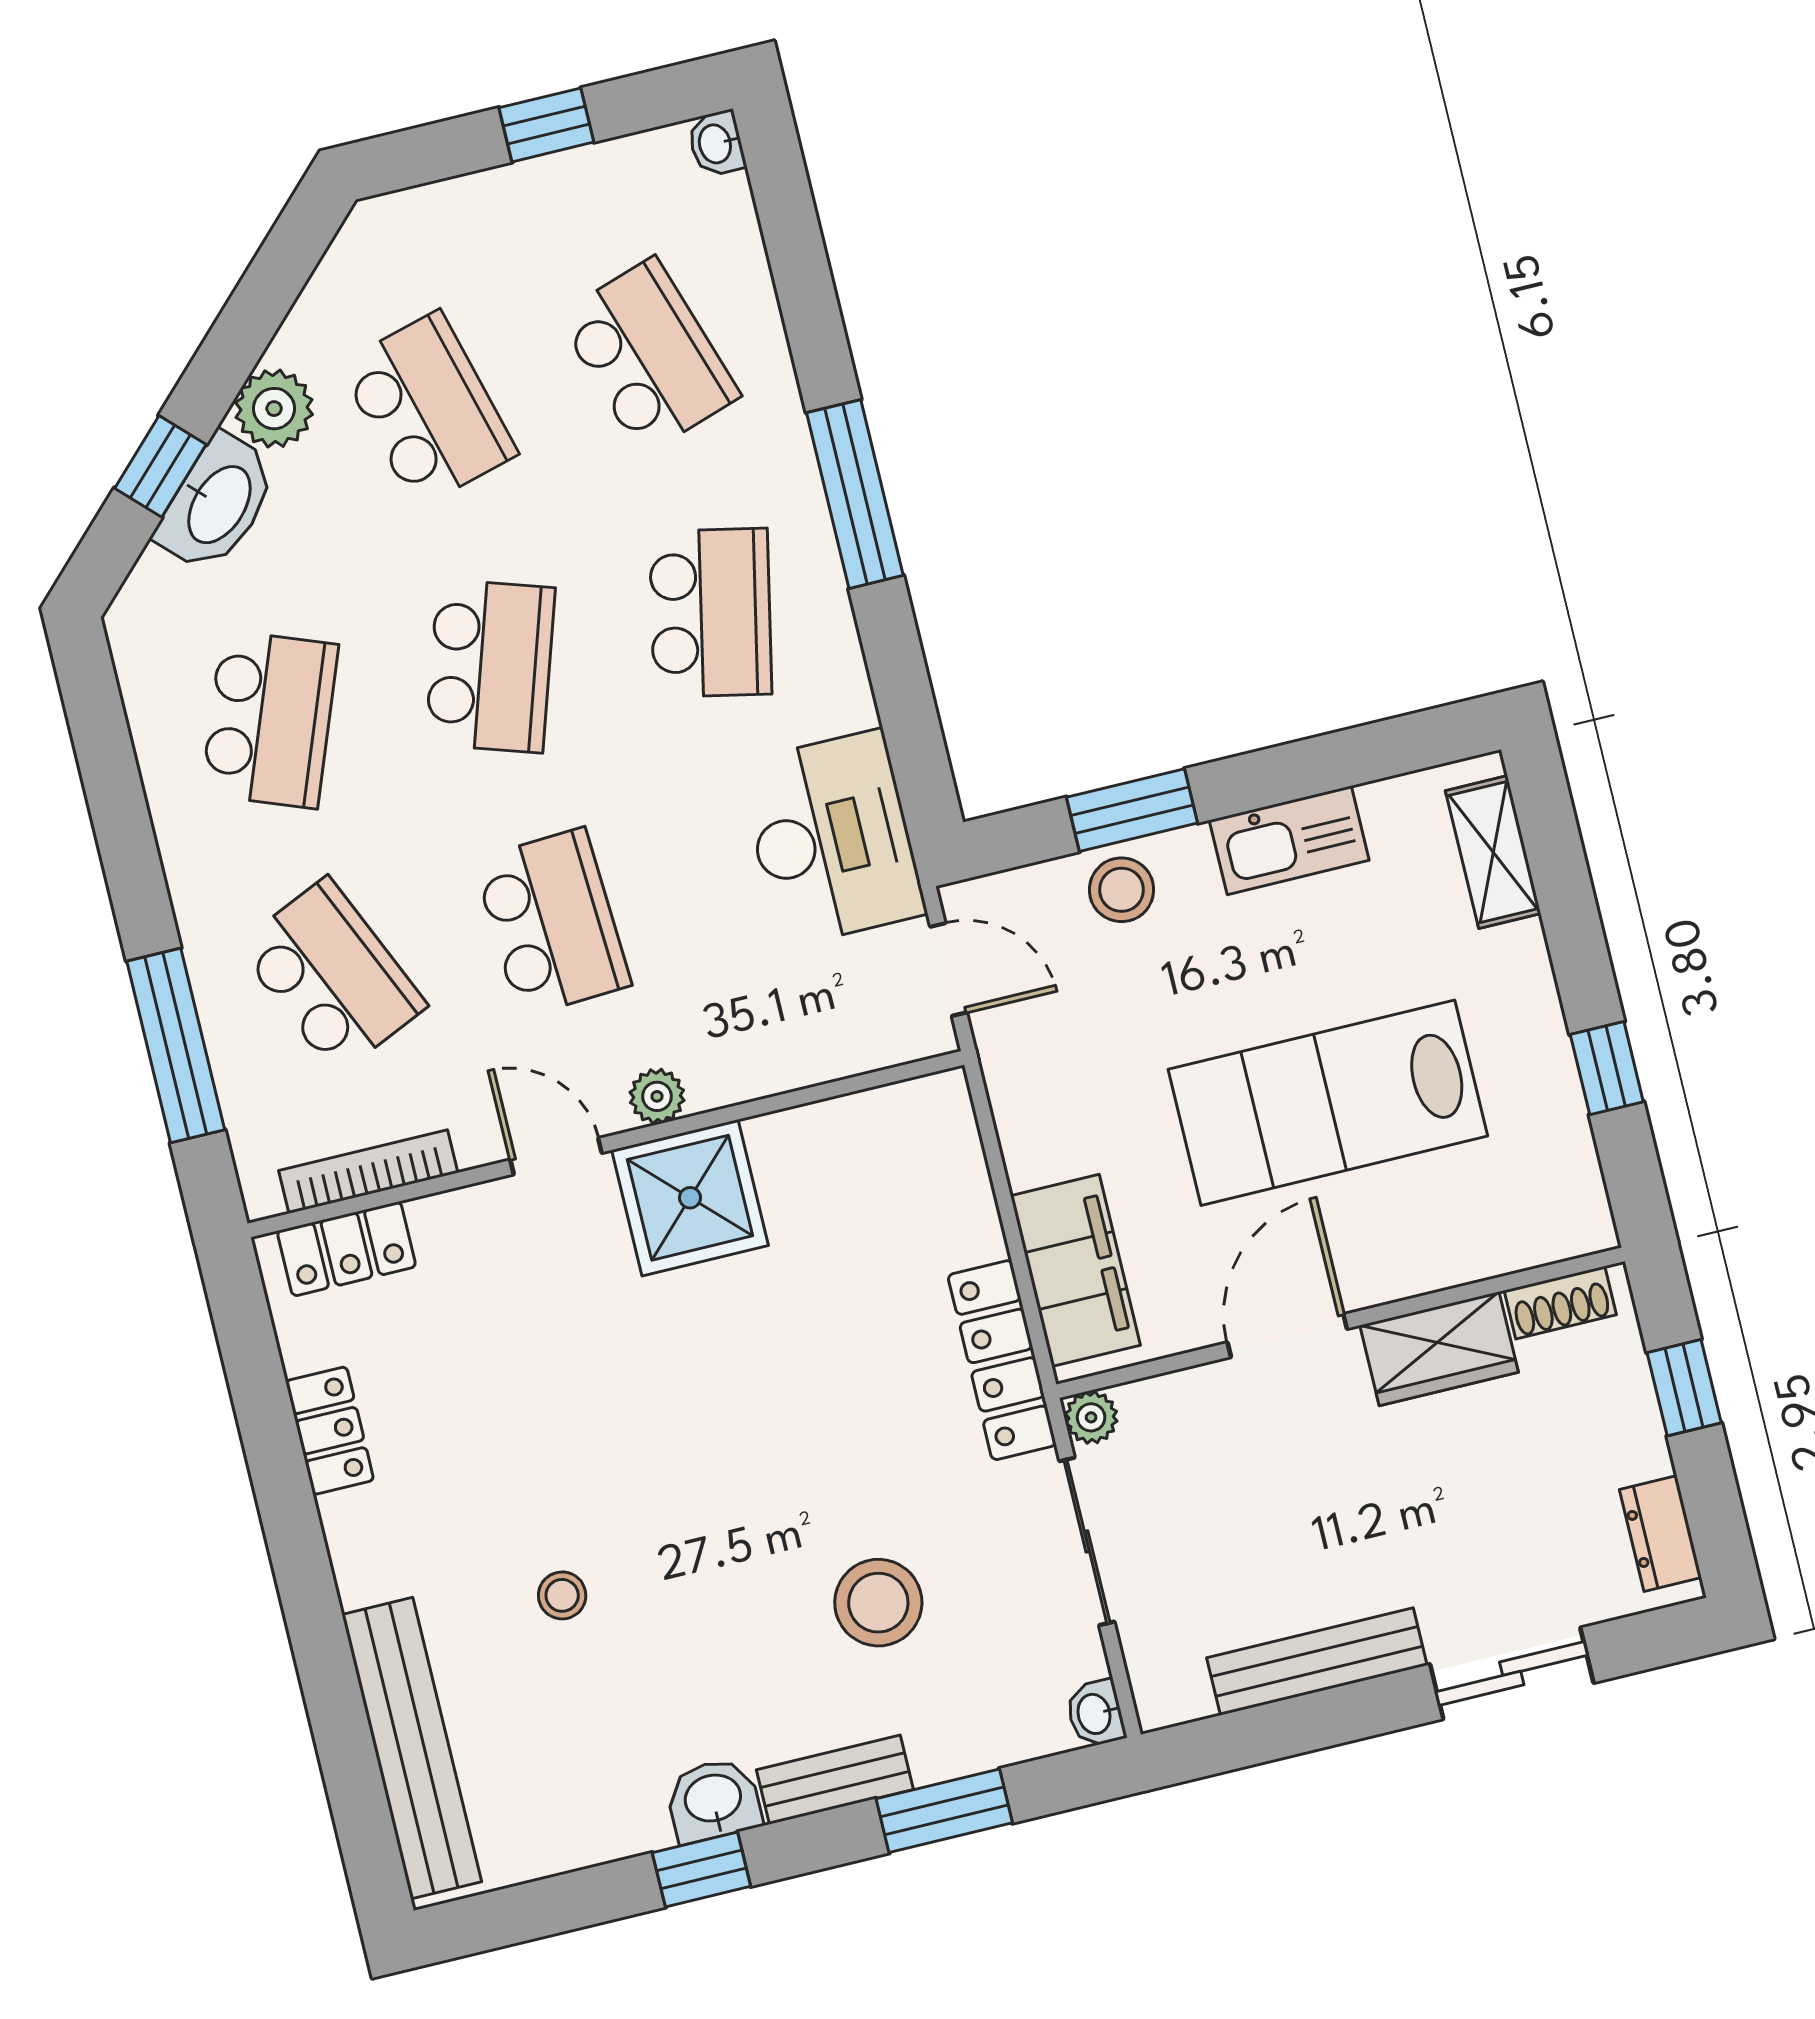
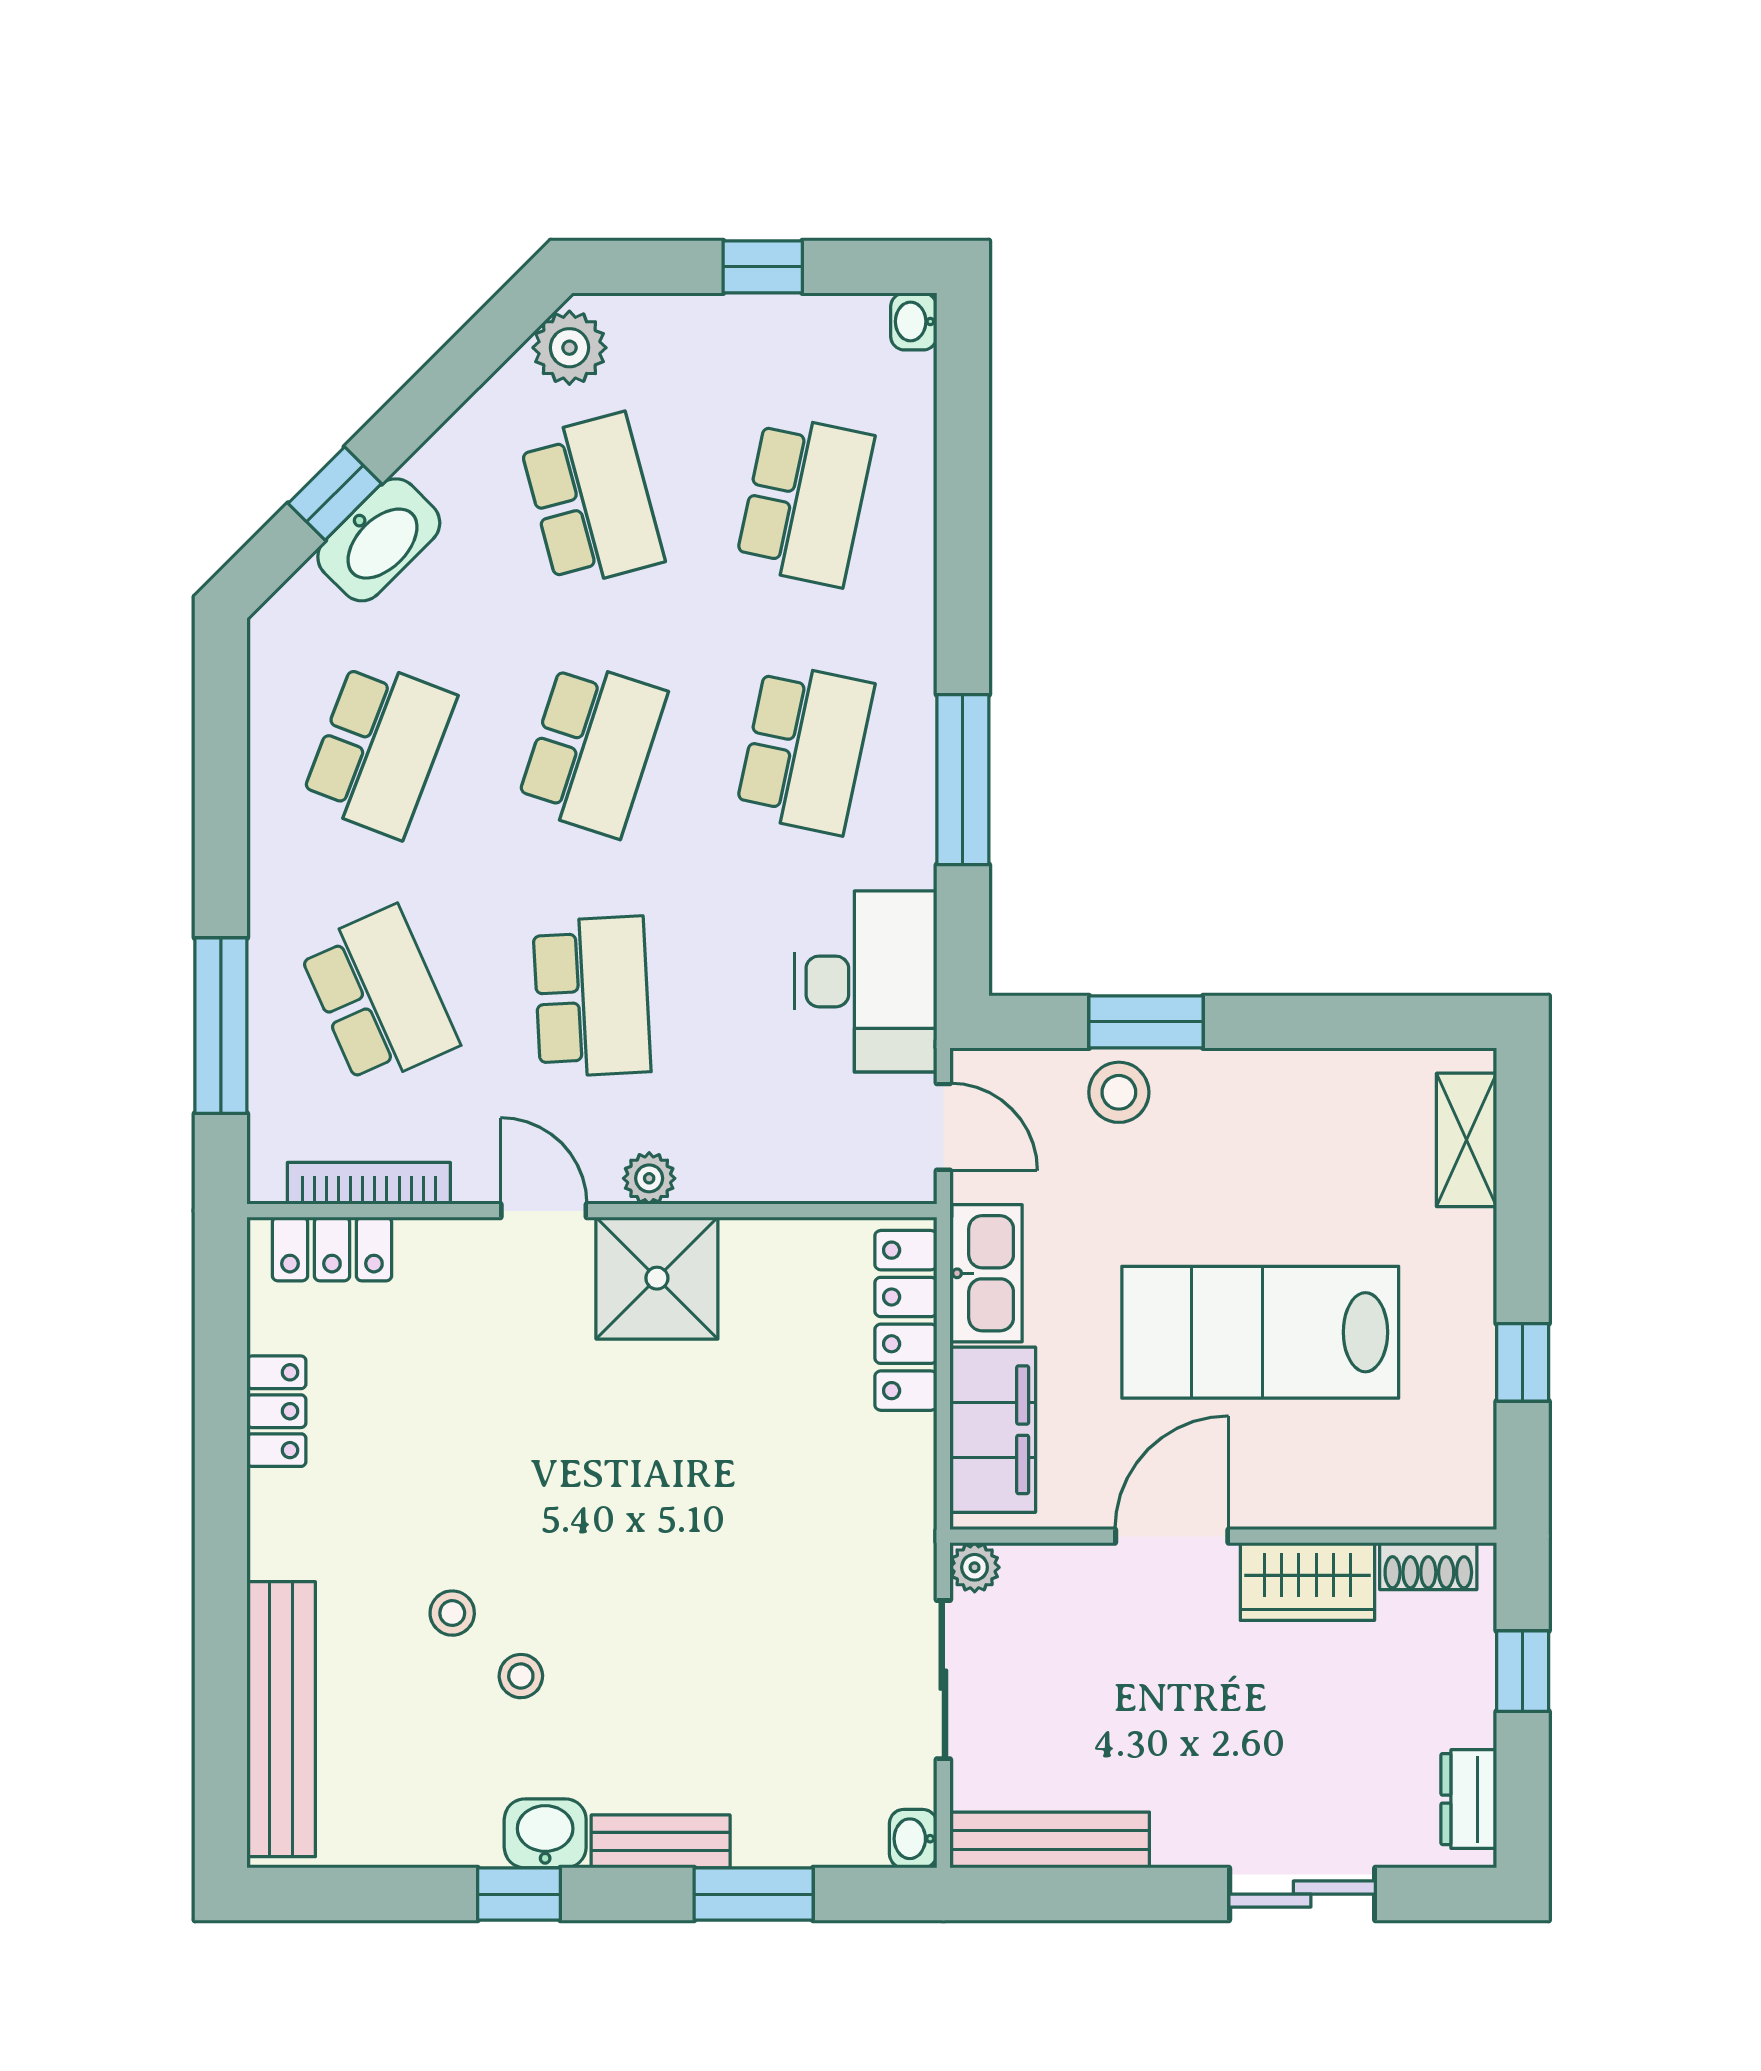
school desk: (649, 356) -> (805, 501), turned 30
plant: (274, 409) -> (569, 348), moved
window: (855, 494) -> (963, 780), moved
kitchen sink: (1289, 840) -> (986, 1273), moved, turned -90
locker: (1002, 1360) -> (906, 1320), moved
stool: (878, 1603) -> (521, 1676), moved, width x0.53, depth x0.53
bench: (1317, 1661) -> (1050, 1840), moved

